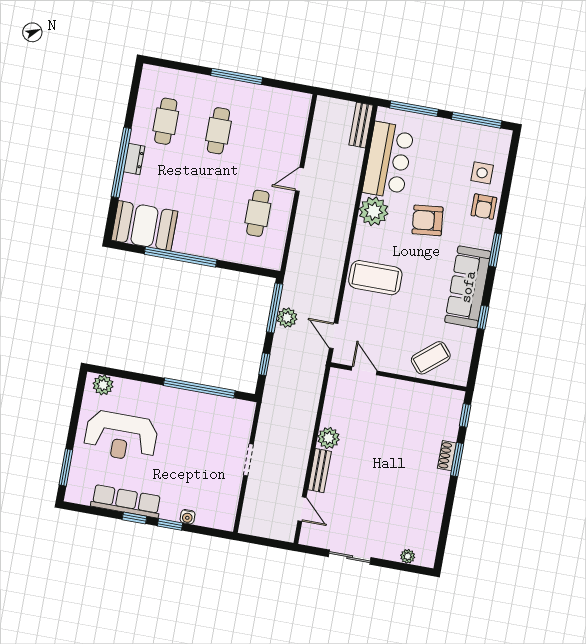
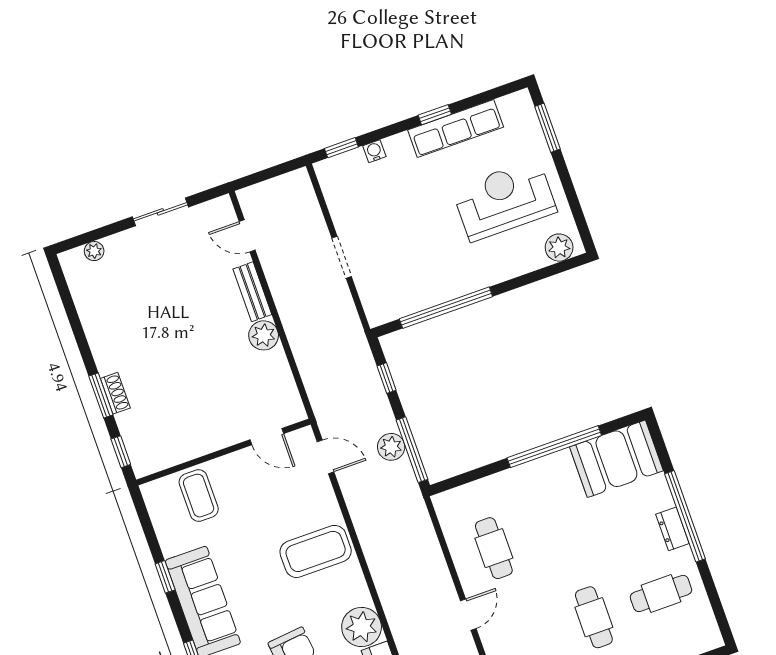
cafe table: (166, 121) -> (661, 593), turned 90
coffee table: (431, 358) -> (199, 496), turned -50
window: (170, 524) -> (341, 148), moved

